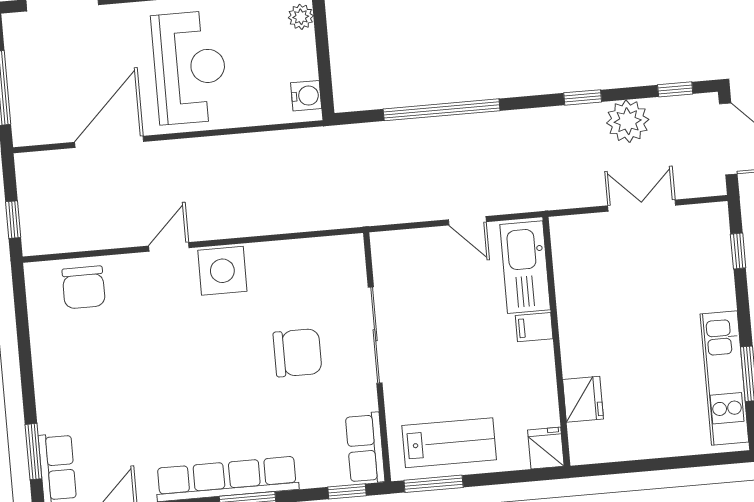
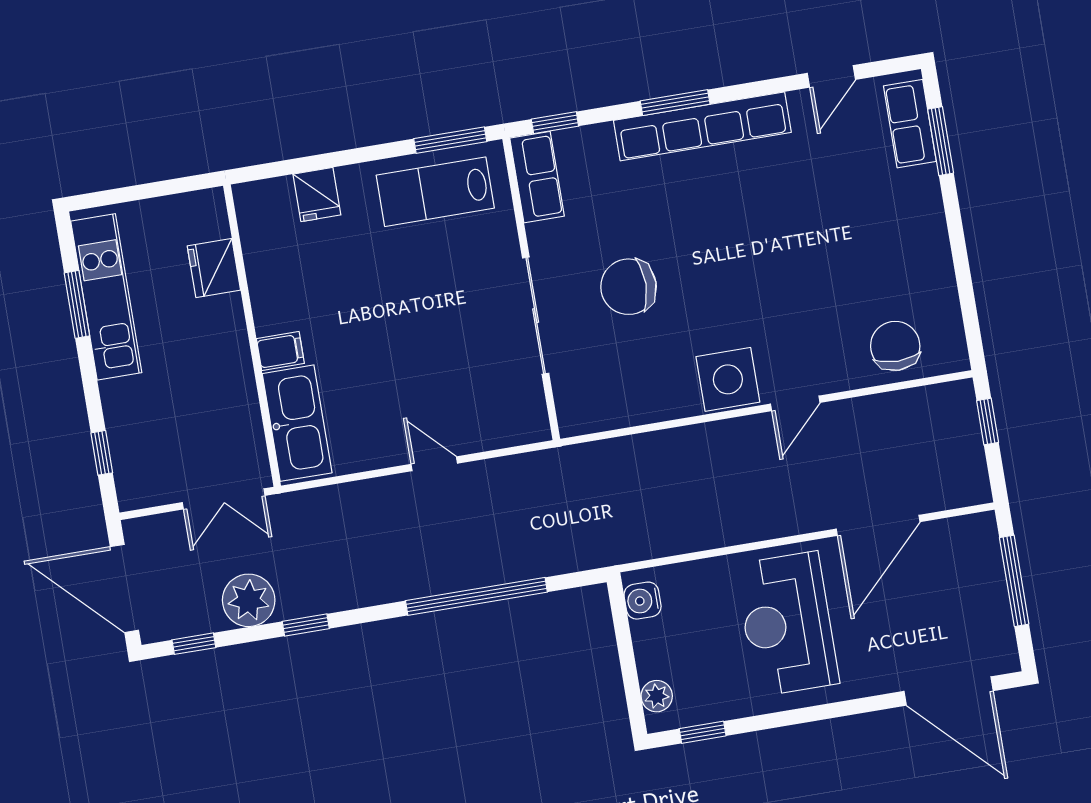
kitchen sink: (525, 267) -> (297, 423), moved
filing cabinet: (534, 327) -> (280, 351), moved
wall: (556, 342) -> (252, 336), moved
fridge: (583, 399) -> (214, 268), moved

